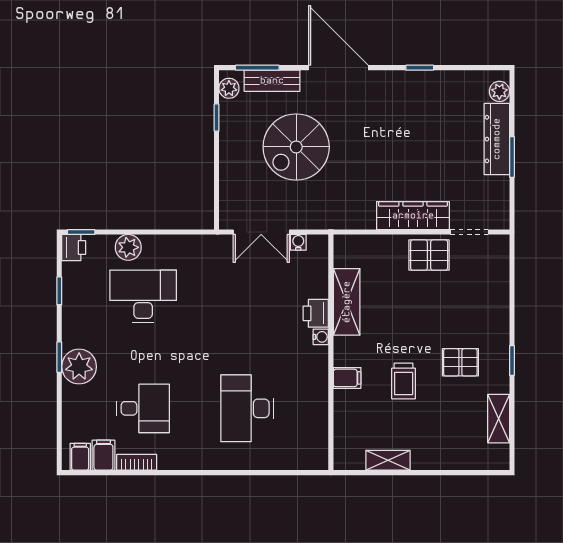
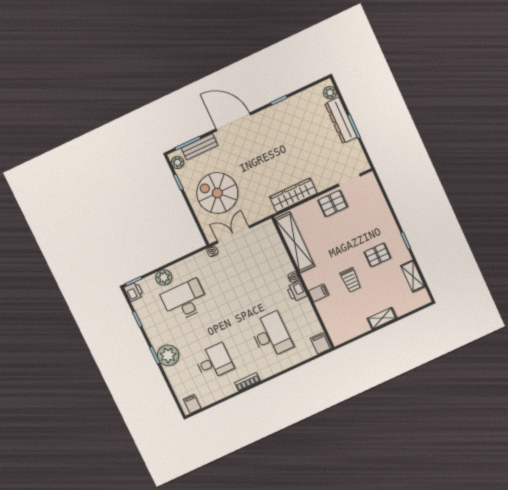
spiral stairs: (296, 147) -> (217, 193), moved, turned 90
wardrobe: (413, 216) -> (293, 195), moved
double door: (261, 232) -> (233, 234), swing flipped
water cooler: (298, 242) -> (212, 251), moved
shelving: (347, 302) -> (295, 242), width x1.47
printer: (316, 313) -> (297, 291), moved
desk: (247, 408) -> (271, 335), turned 180
filing cabinet: (103, 455) -> (320, 343), moved
shelving: (388, 460) -> (382, 318), moved
bookcase: (137, 462) -> (248, 382), moved

